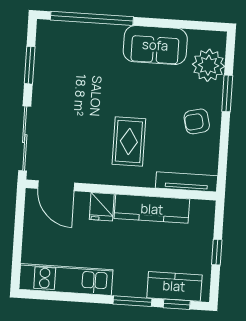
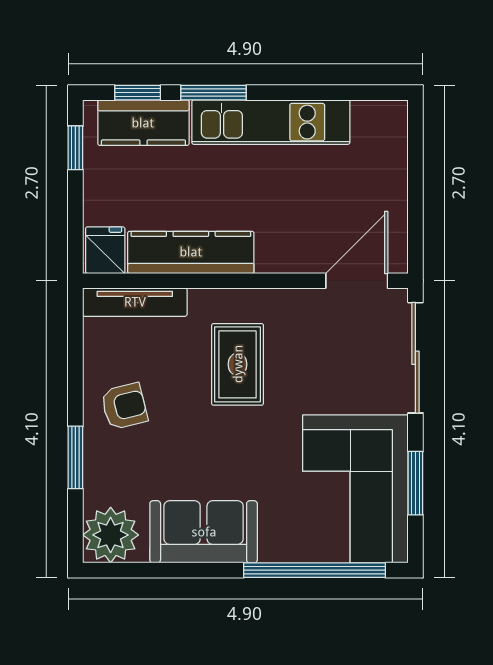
corner sofa: (65, 64) -> (355, 489), added
plant: (208, 65) -> (111, 535), moved
door: (56, 186) -> (357, 281), hinge flipped
fridge: (102, 207) -> (105, 250), moved
window: (217, 252) -> (75, 148), moved
kitchen unit: (66, 280) -> (271, 122), moved

